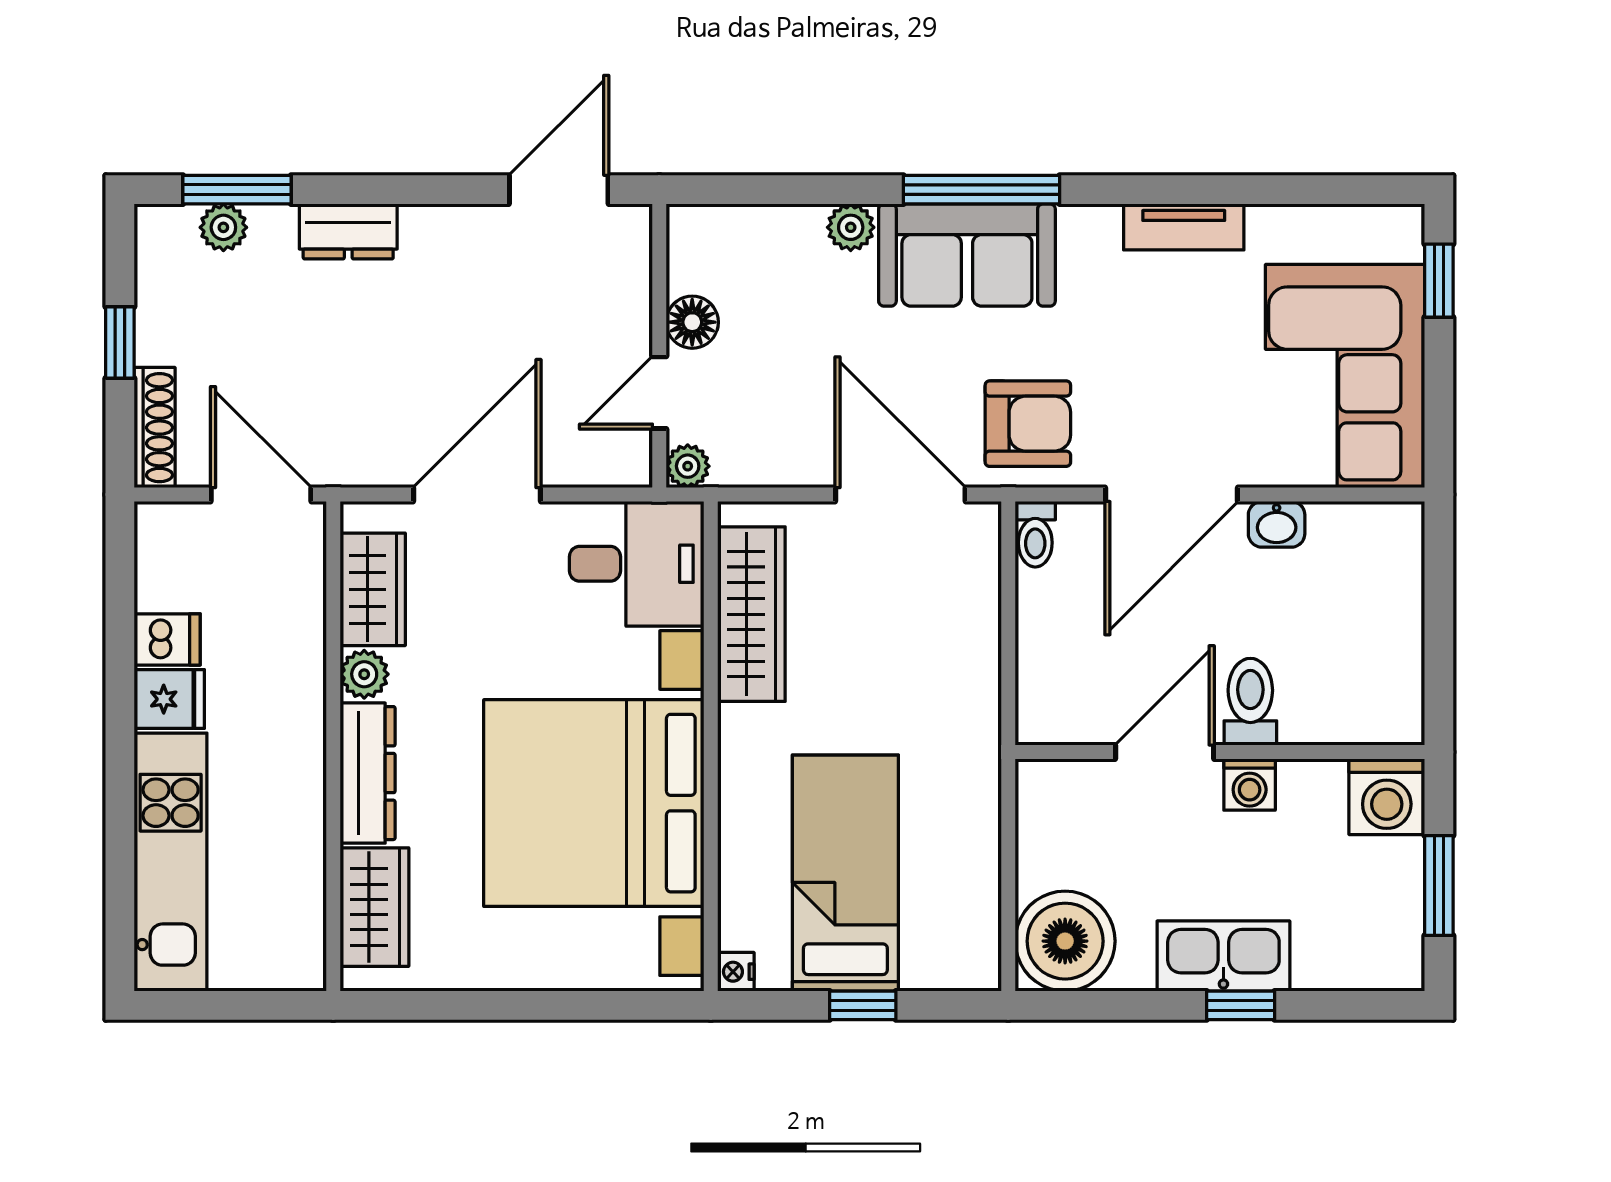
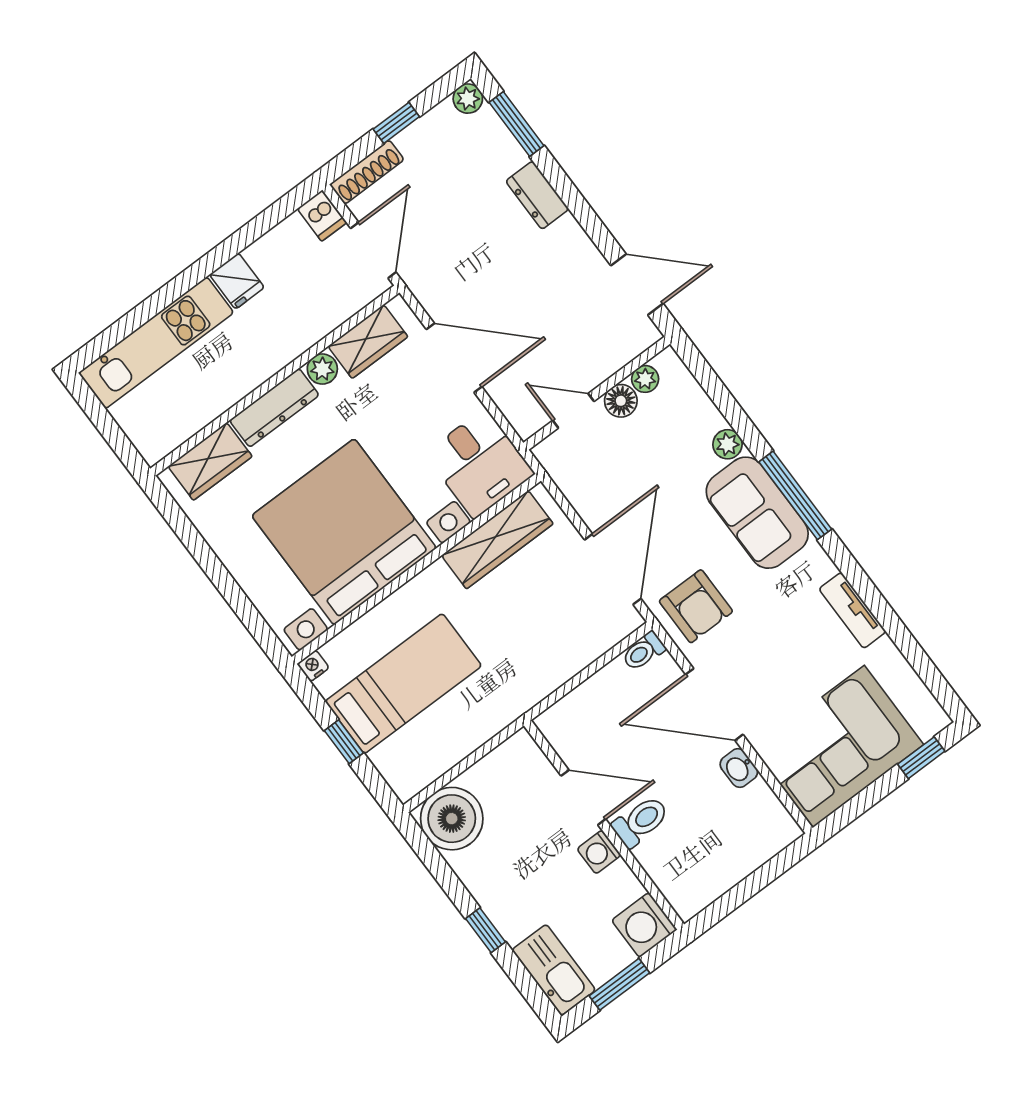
plant: (223, 227) -> (468, 99), moved
plant: (688, 466) -> (645, 379), moved
dishwasher: (167, 639) -> (322, 216), moved
kitchen sink: (1223, 956) -> (554, 970), moved

